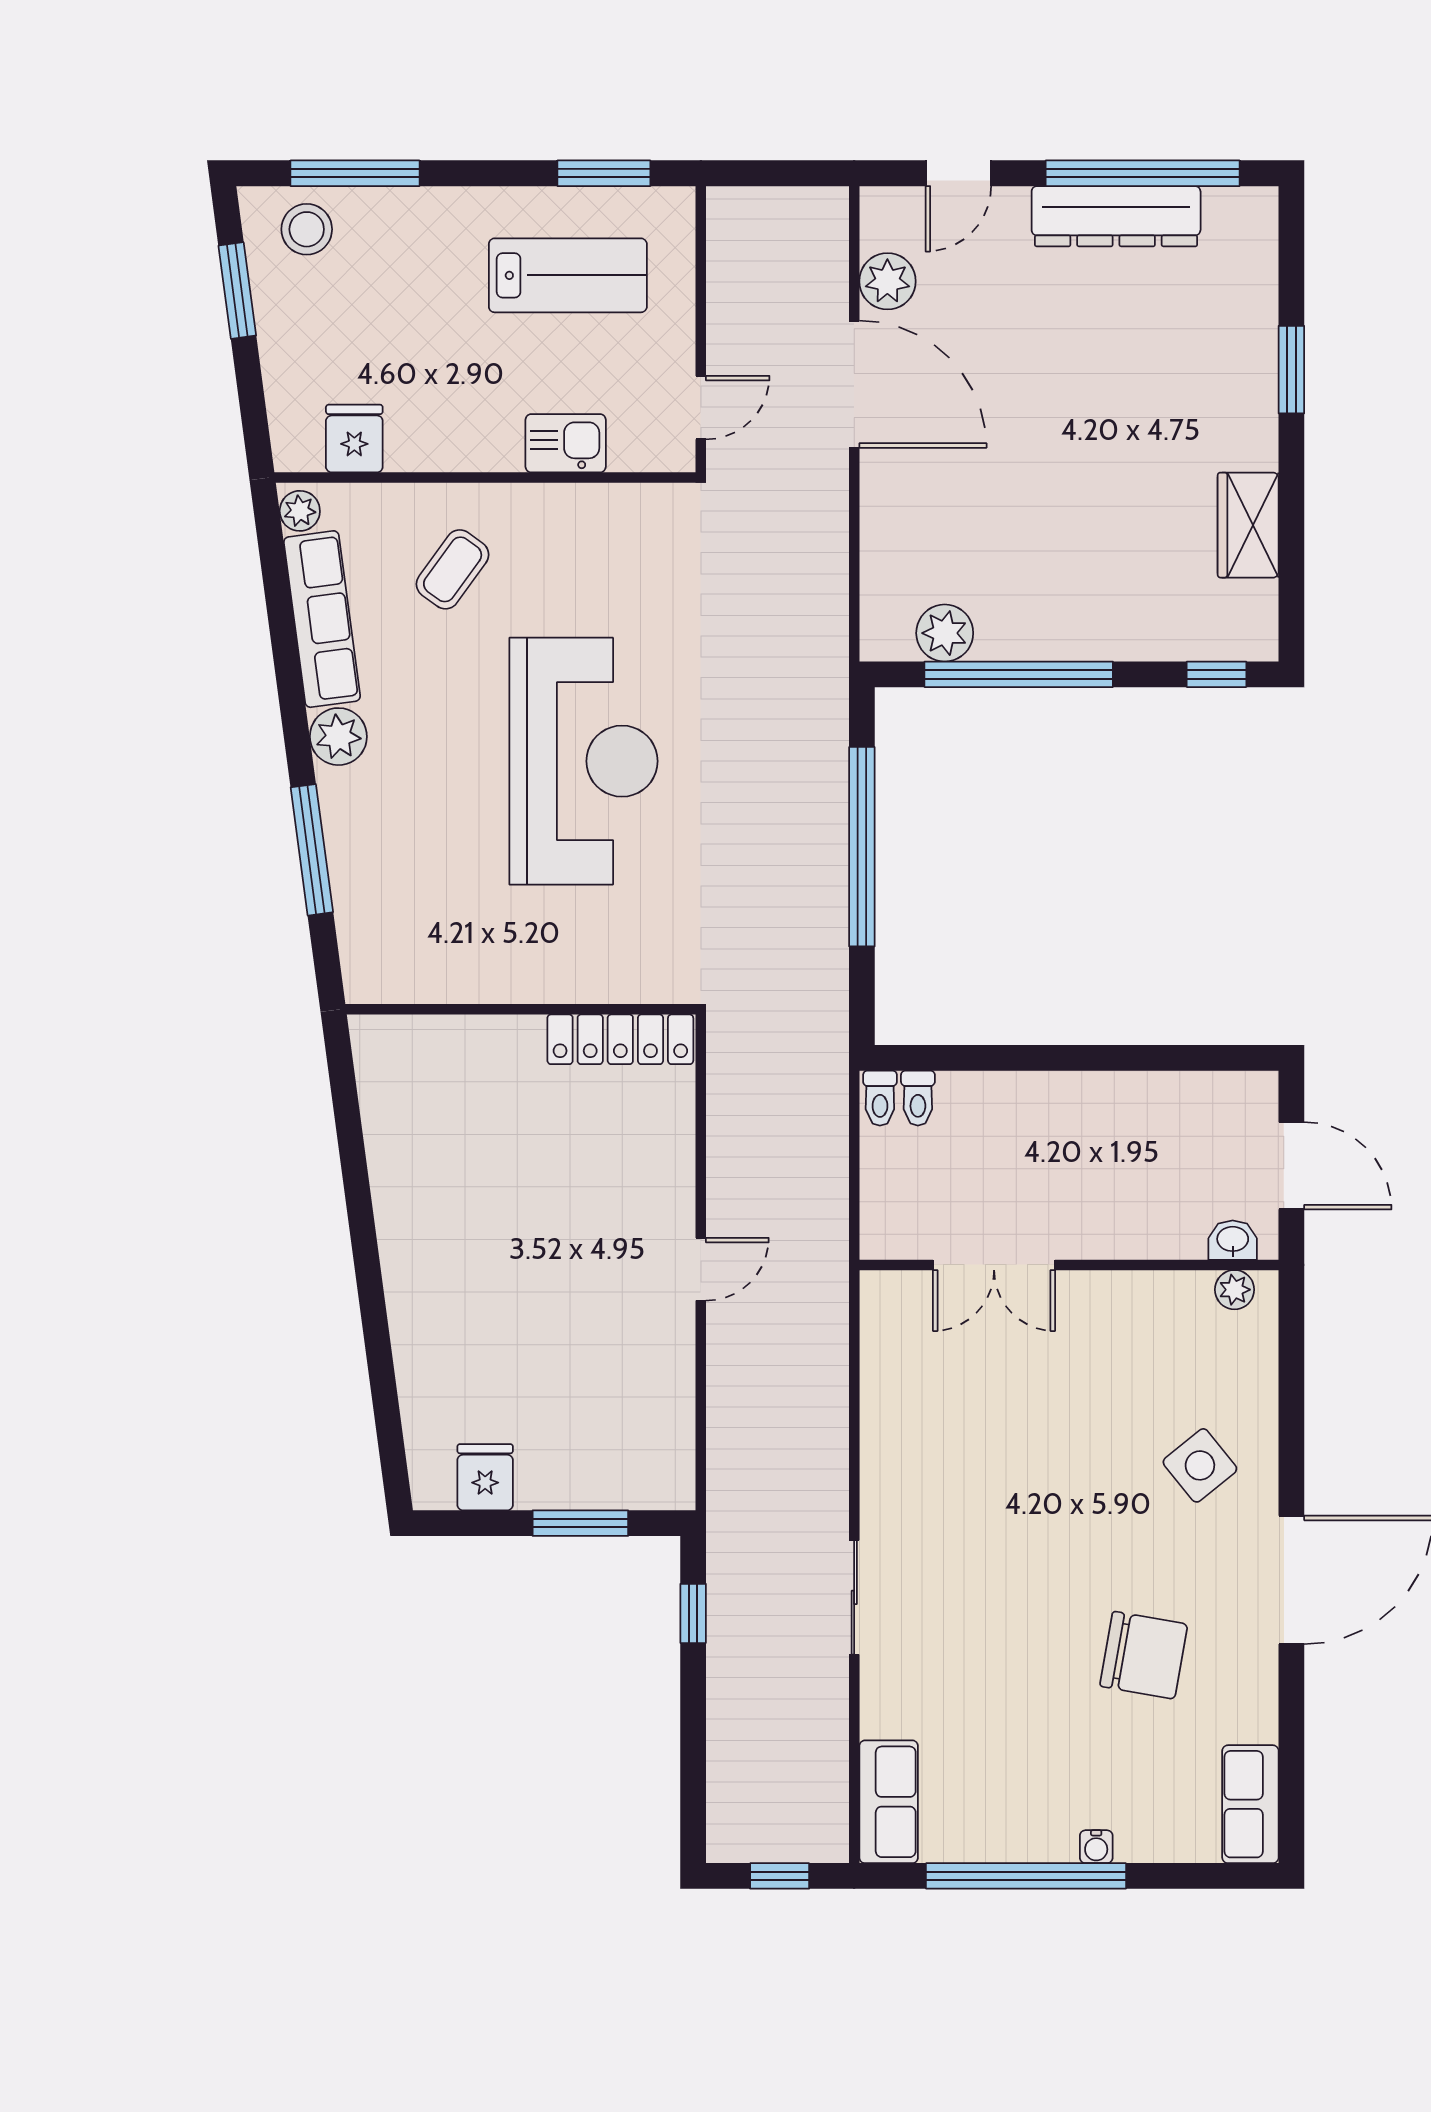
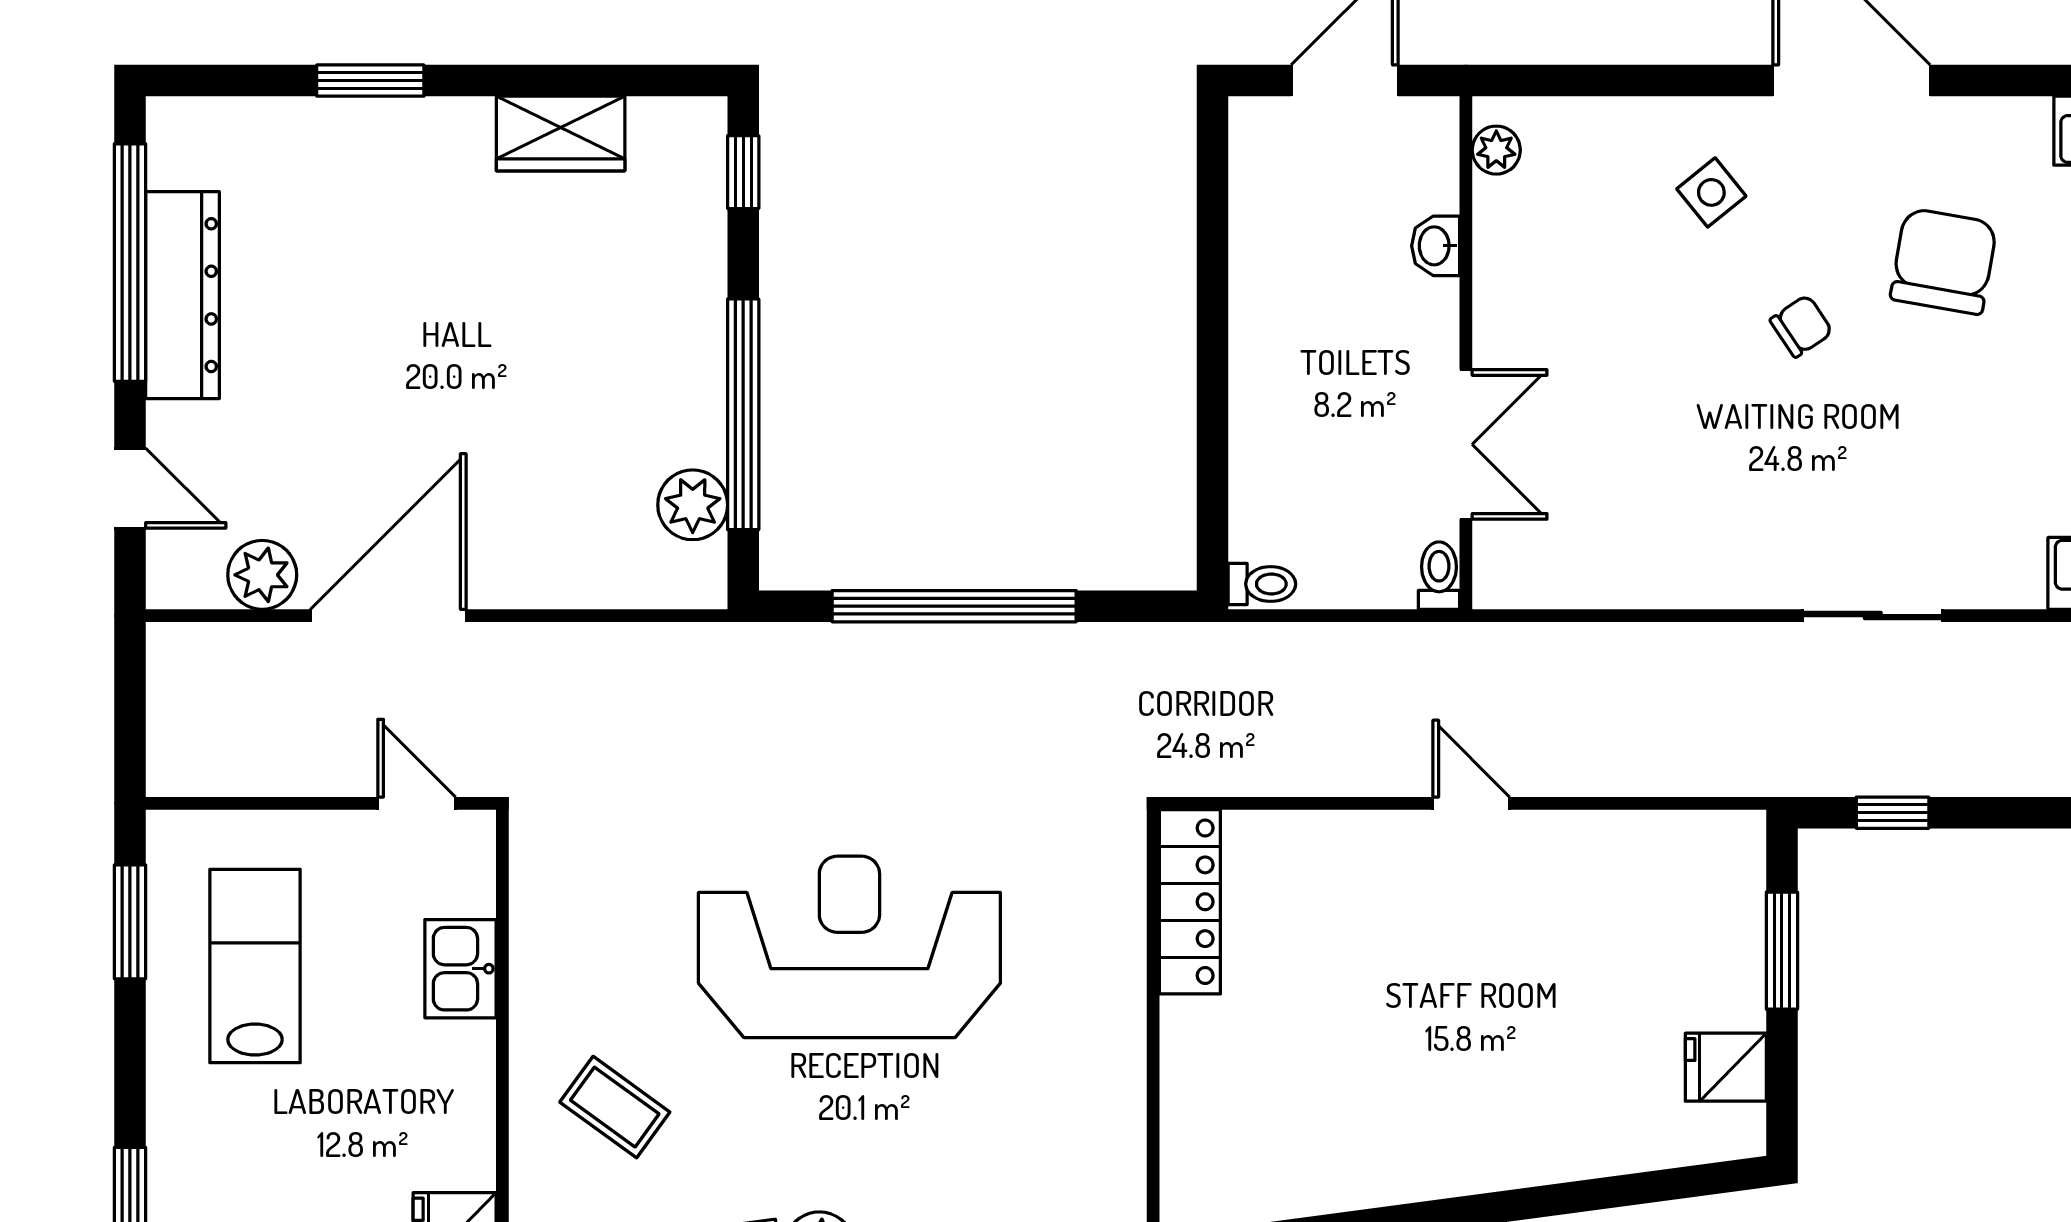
toilet: (918, 1098) -> (1439, 576), moved, turned -90
washbasin: (1233, 1240) -> (1436, 246), moved
side table: (1200, 1465) -> (1711, 192), width x0.73, depth x0.73
chair: (1091, 1539) -> (1801, 326), added

